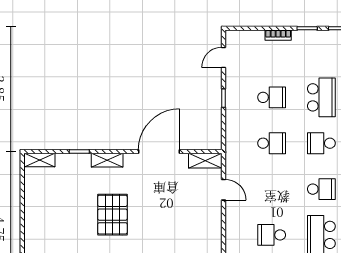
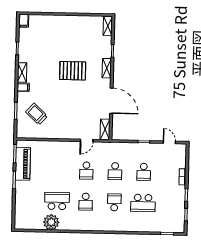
school desk: (272, 235) -> (86, 171), moved, turned 180

